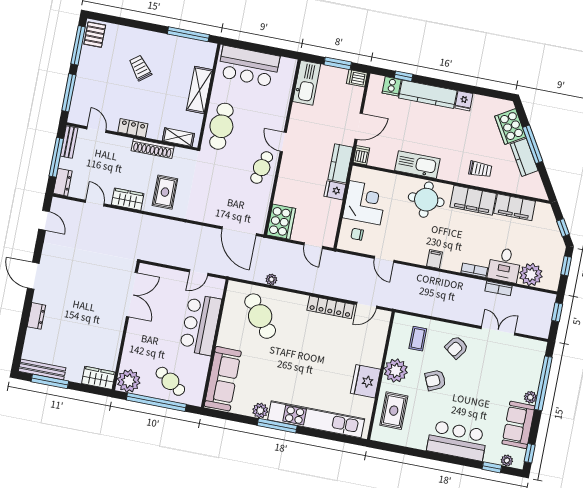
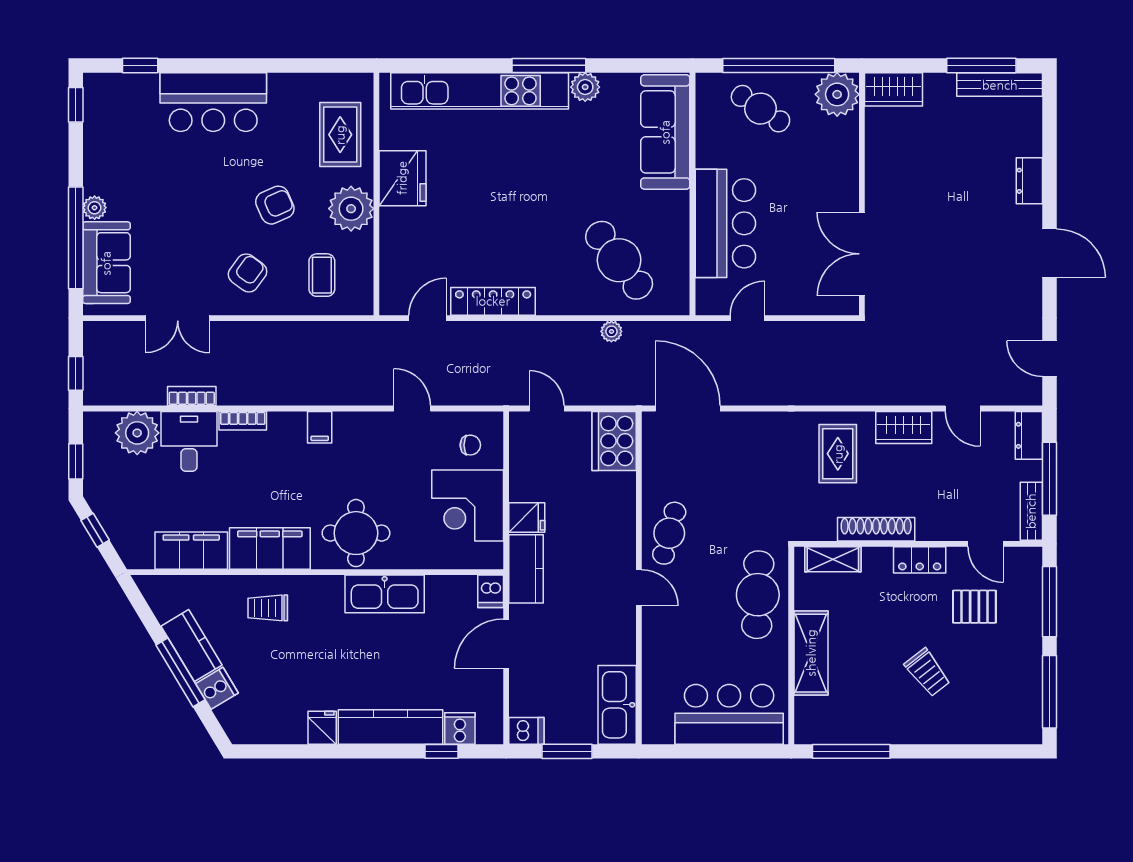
pallet: (95, 35) -> (974, 607), moved, turned 90
cooker: (510, 126) -> (217, 688), width x0.53, depth x0.76
sofa: (518, 425) -> (106, 263), moved
plant: (507, 460) -> (115, 83), removed

